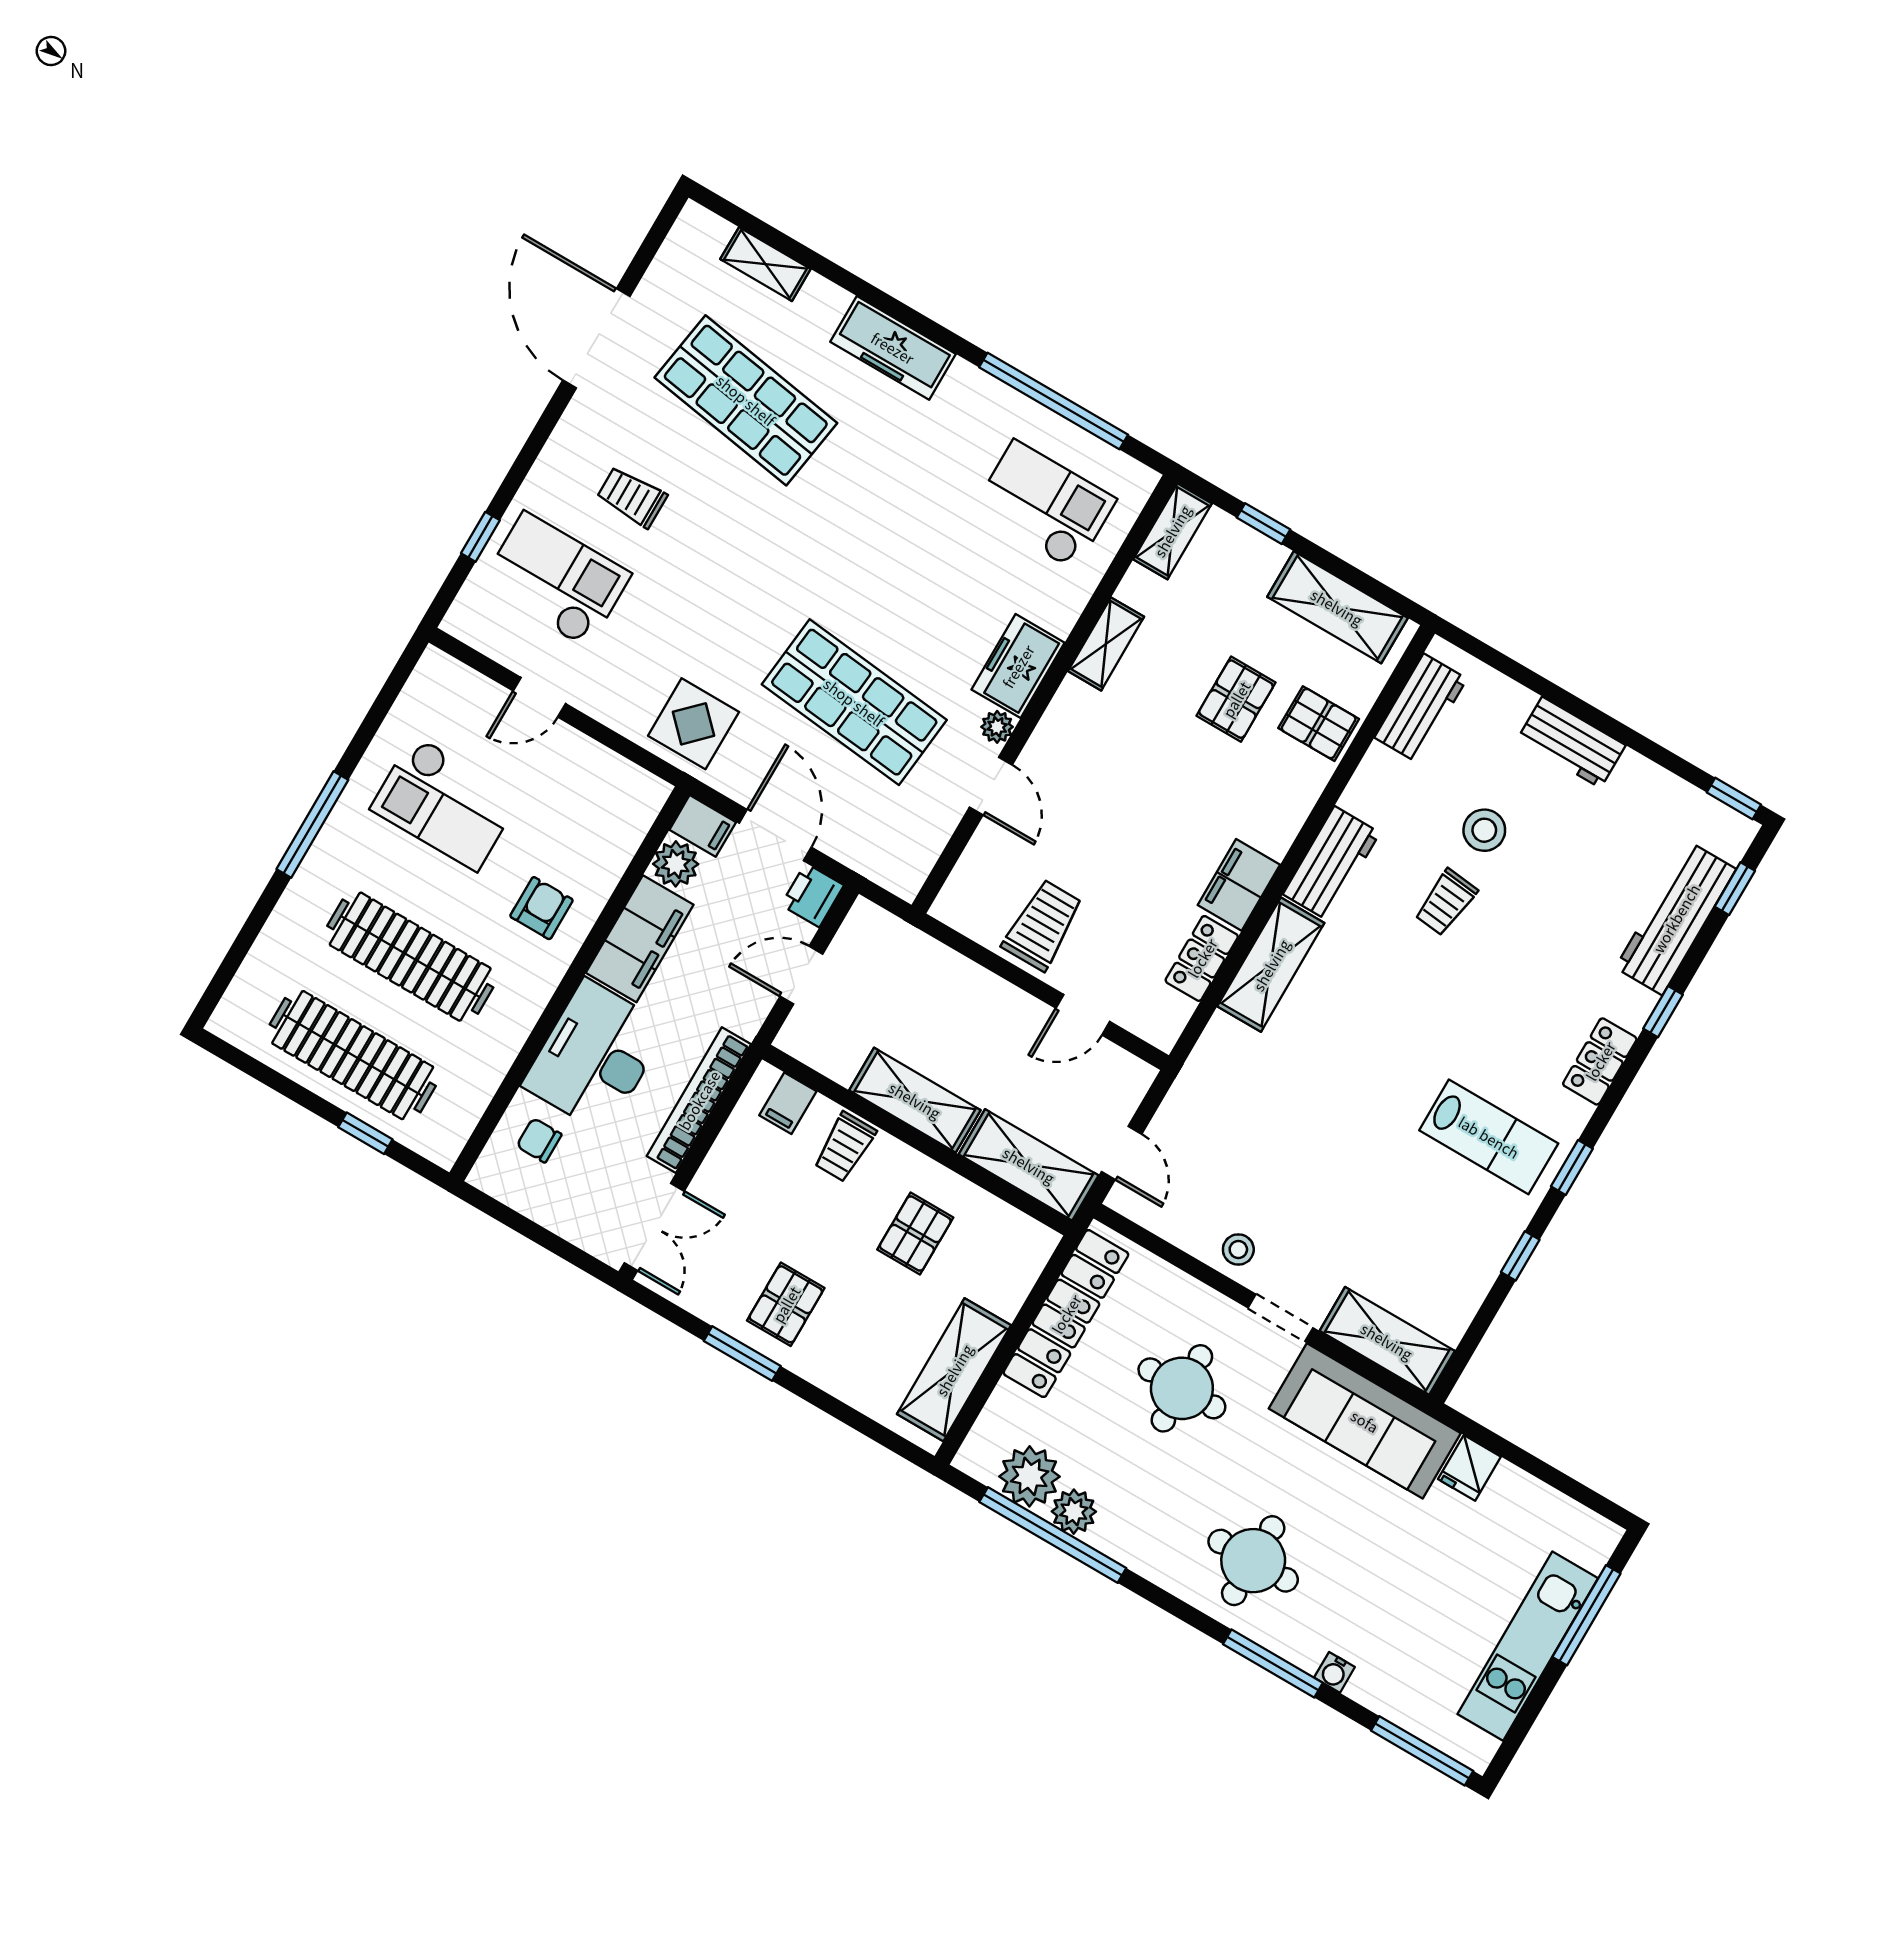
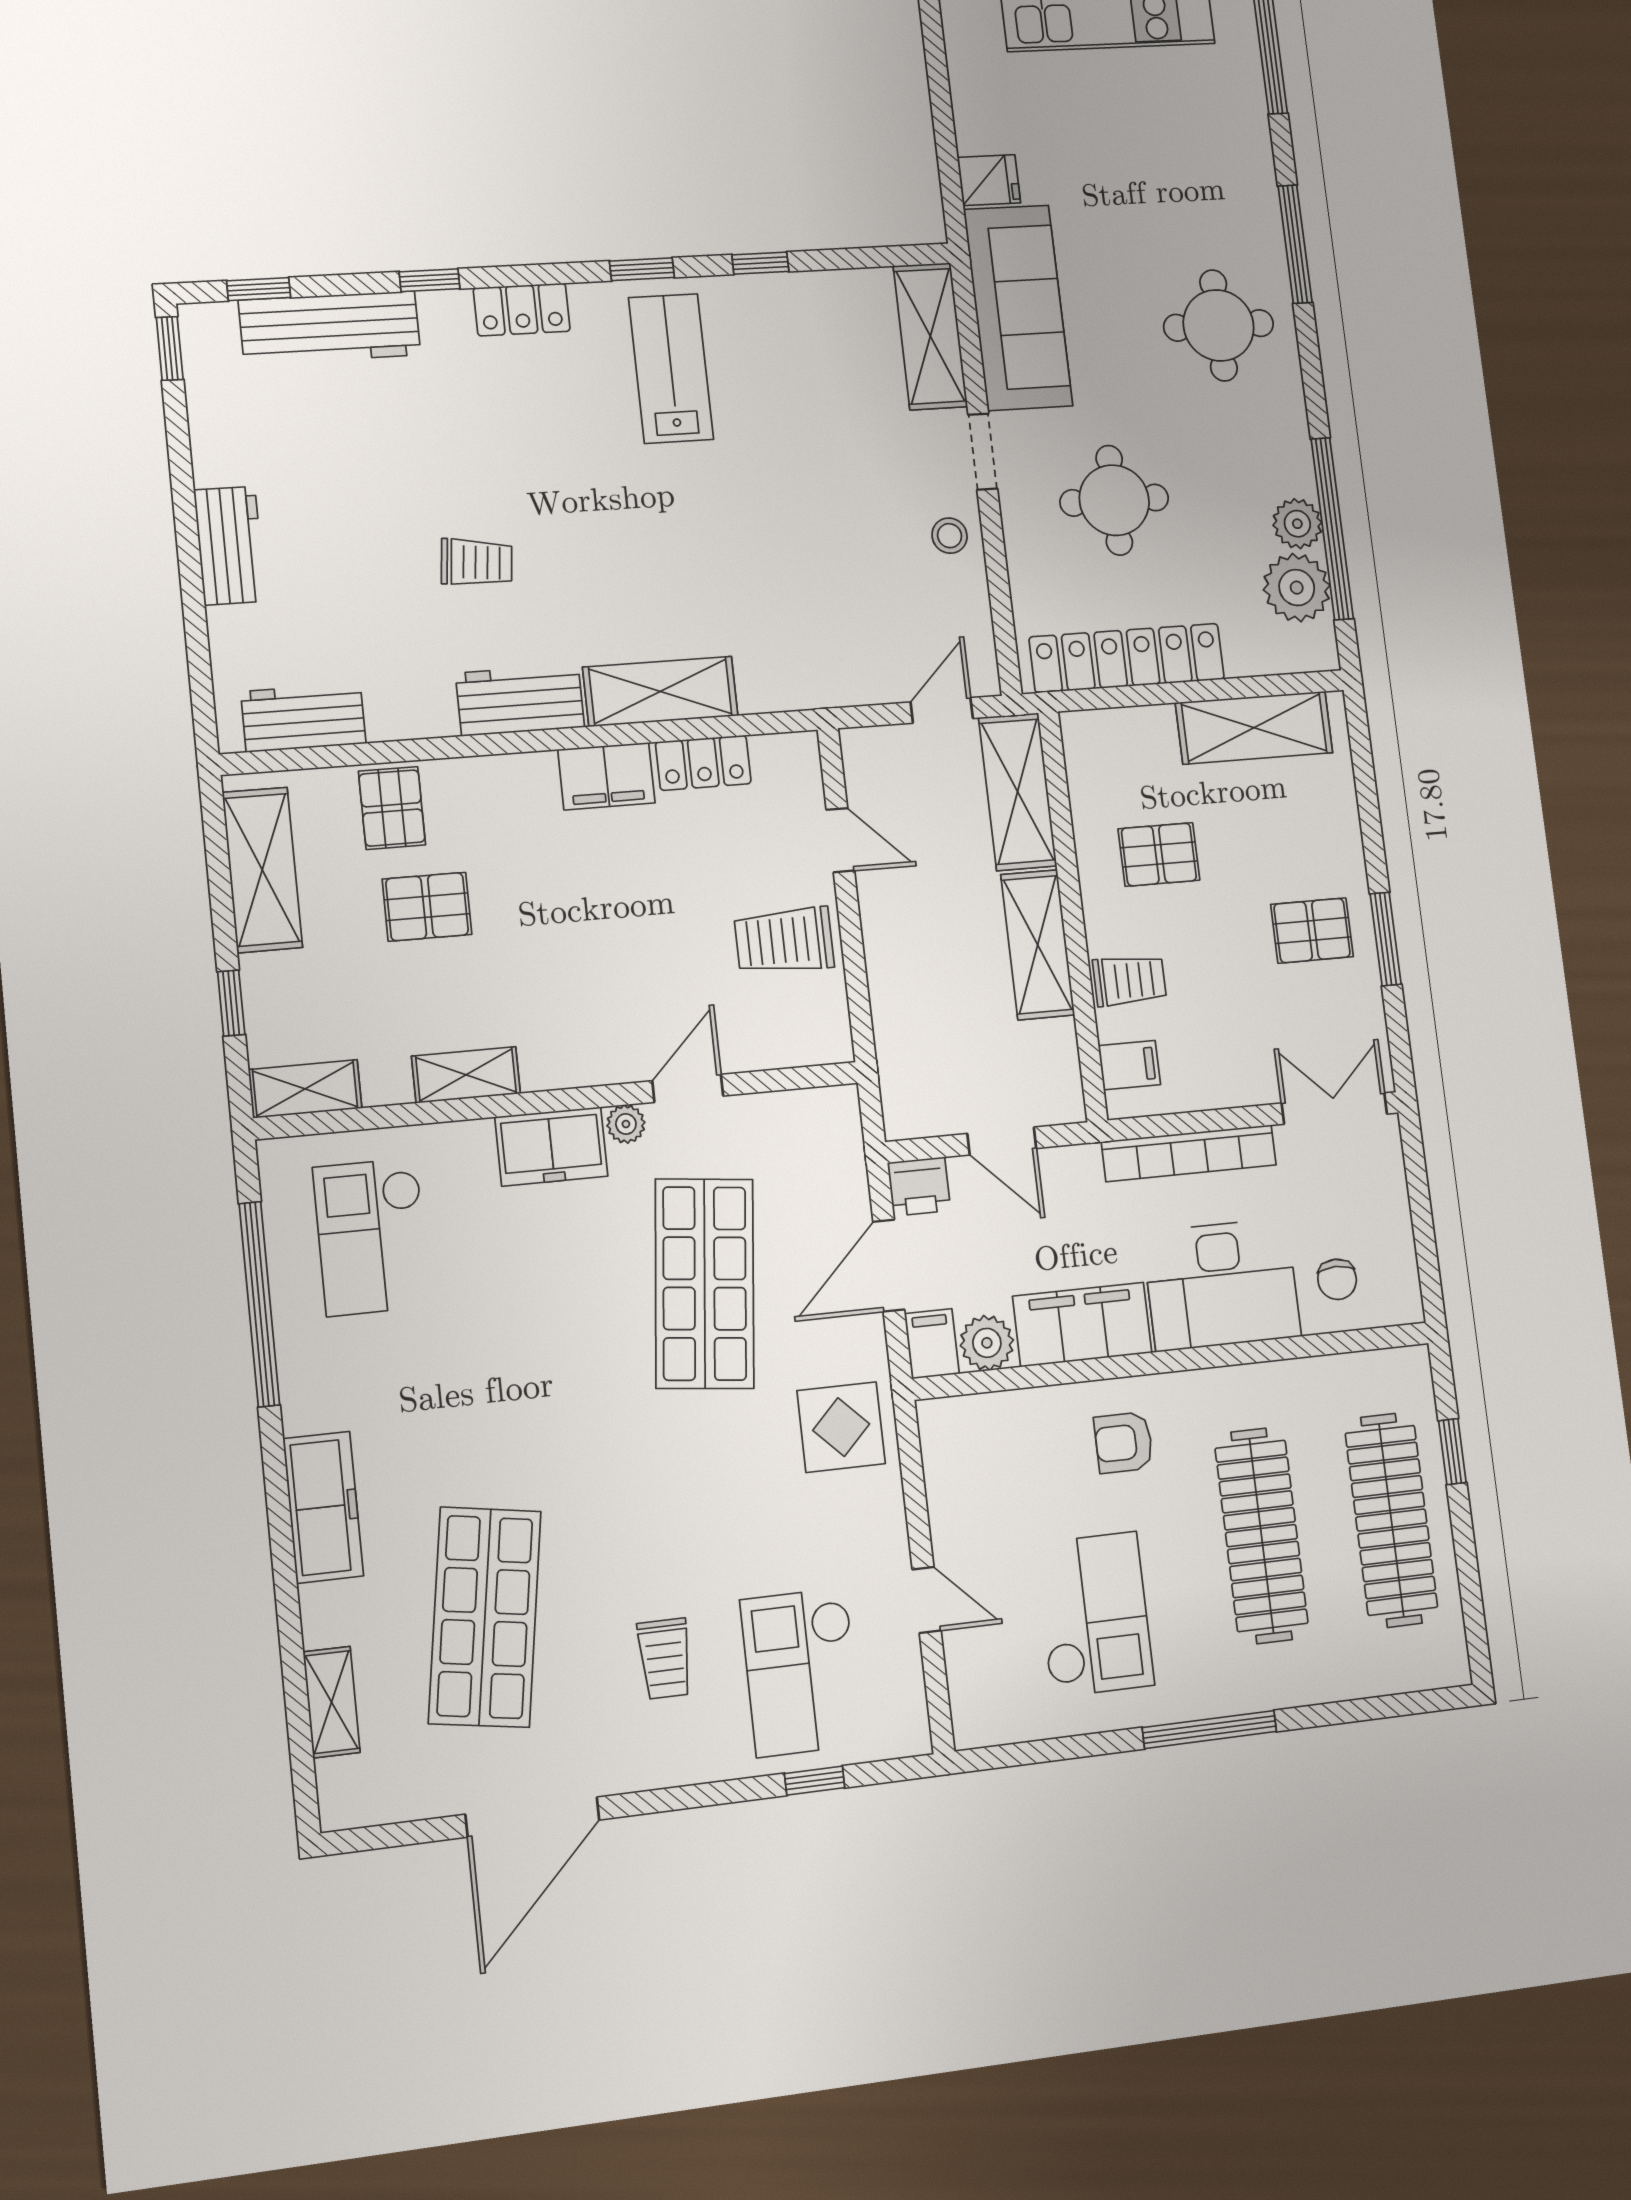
stool: (1484, 830) -> (379, 573), removed
water cooler: (1334, 1672) -> (1261, 182), removed

